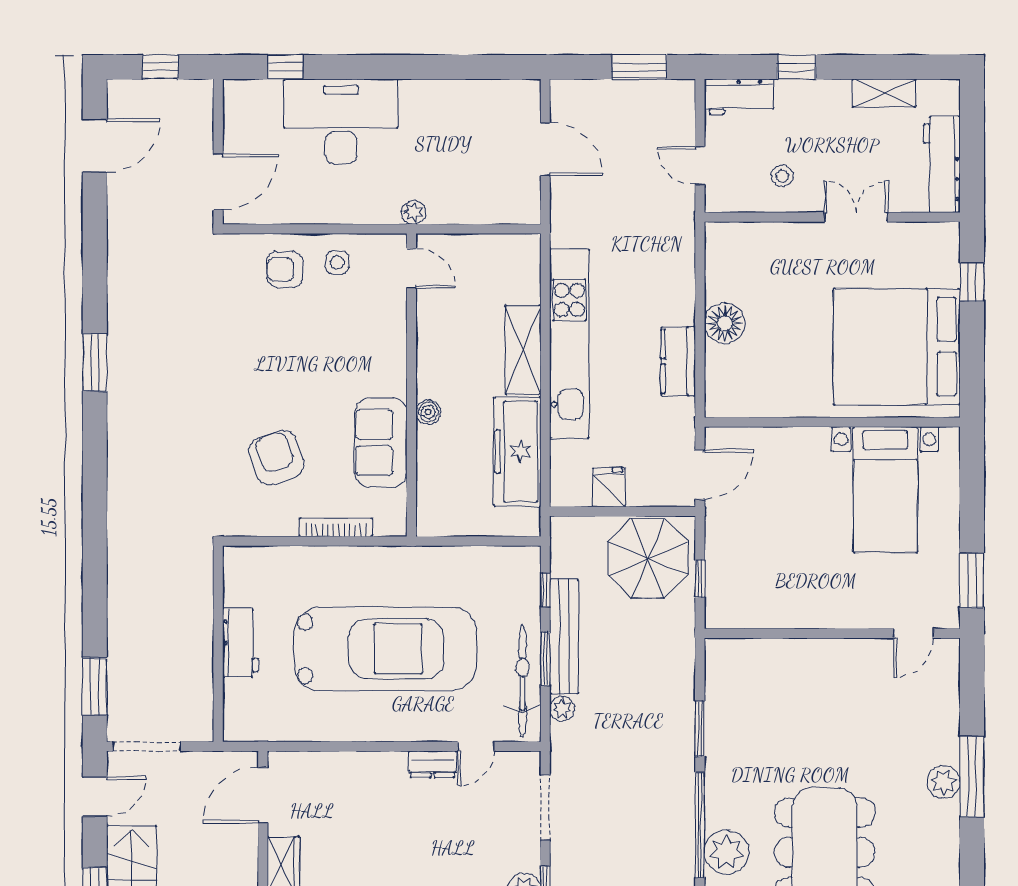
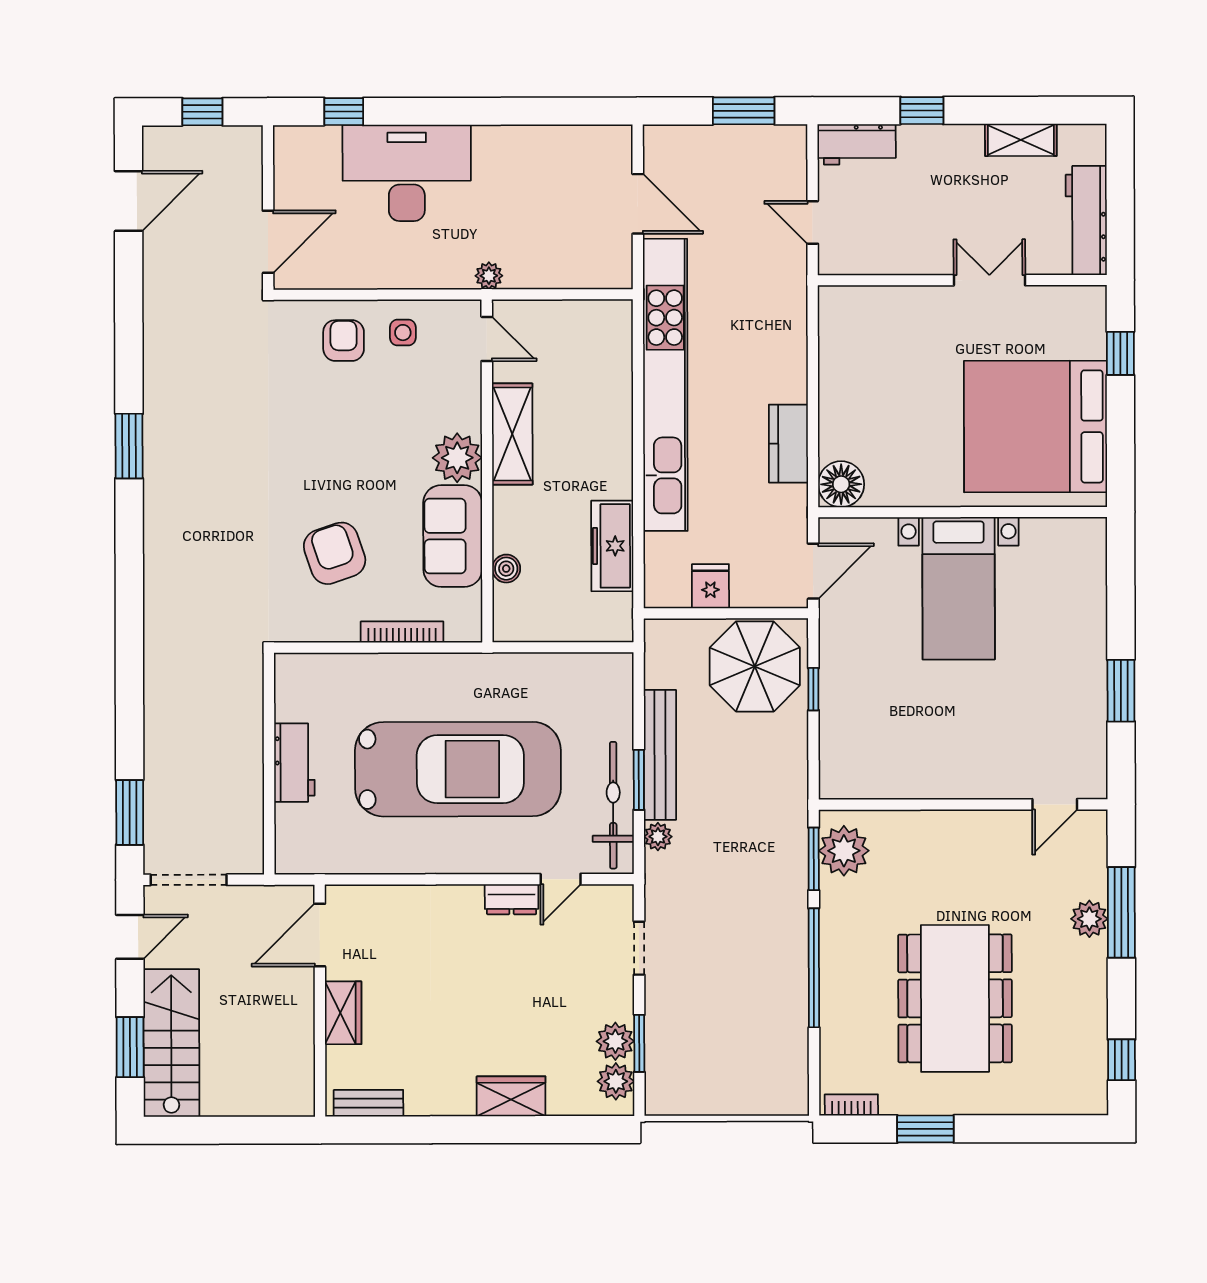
stool: (782, 176) -> (906, 234), removed
armchair: (285, 269) -> (344, 341), turned 90
floor lamp: (725, 323) -> (841, 484), moved
kitchen unit: (569, 344) -> (665, 385), width x1.36
shelving: (523, 350) -> (512, 434), moved
plant: (385, 373) -> (457, 458), added
boiler: (428, 412) -> (506, 569), moved
freezer: (517, 452) -> (612, 546), width x0.73, depth x0.79
bed with nightstands: (885, 490) -> (959, 588), moved
window: (545, 590) -> (639, 702), removed
wall: (832, 633) -> (963, 805), moved
door: (913, 633) -> (1055, 804), moved
doorway: (545, 807) -> (639, 948), width x0.73
plant: (727, 852) -> (844, 851), moved

